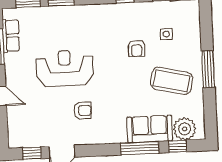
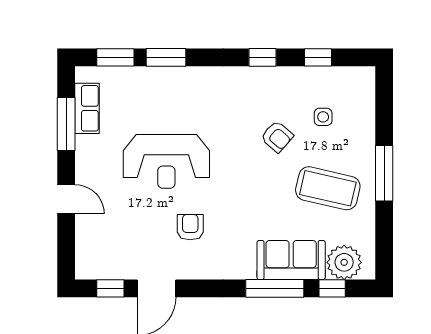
armchair: (137, 48) -> (277, 137), turned -49
reception desk: (65, 68) -> (166, 161), turned 180
armchair: (82, 111) -> (190, 227), turned -90

